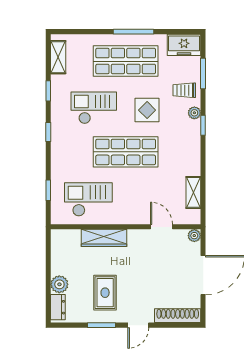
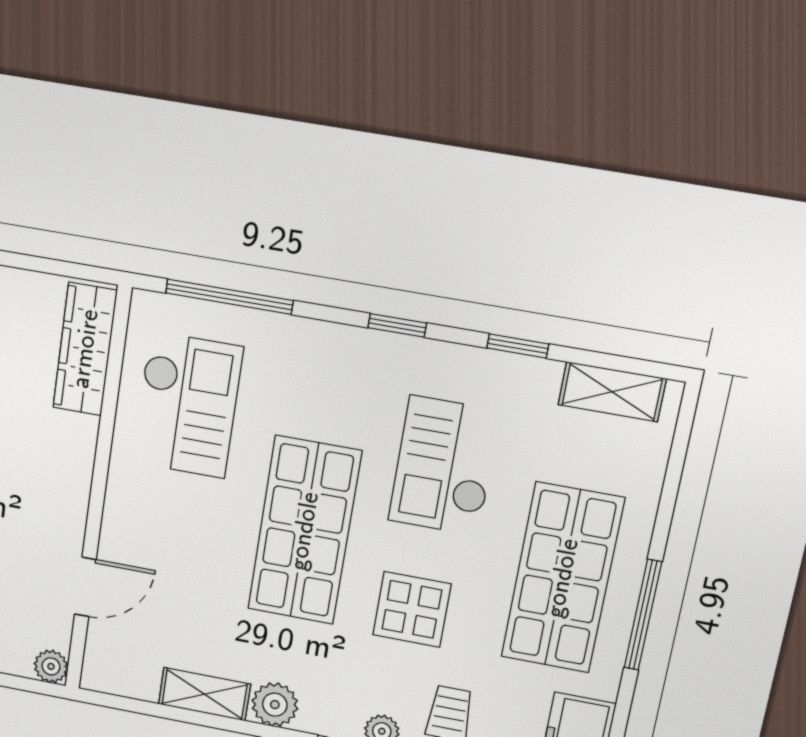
checkout: (94, 108) -> (444, 466), turned 180
plant: (192, 152) -> (275, 705), added
window: (48, 190) -> (229, 297), width x2.17
shelving: (193, 192) -> (204, 694), moved
wardrobe: (104, 238) -> (85, 349), moved

